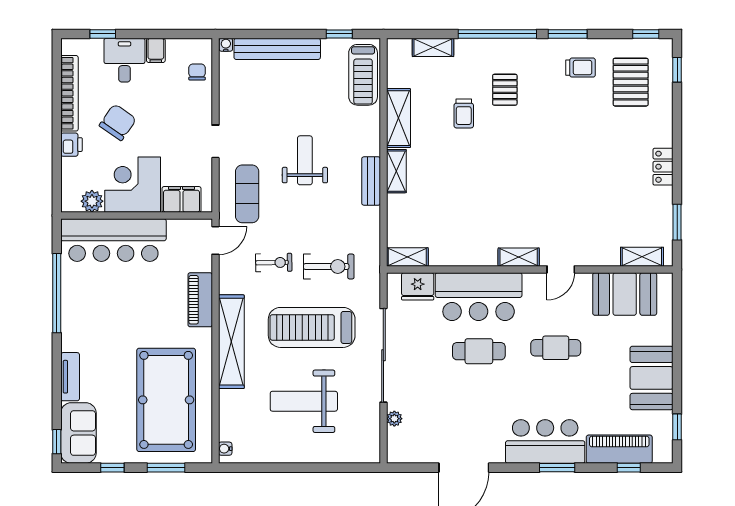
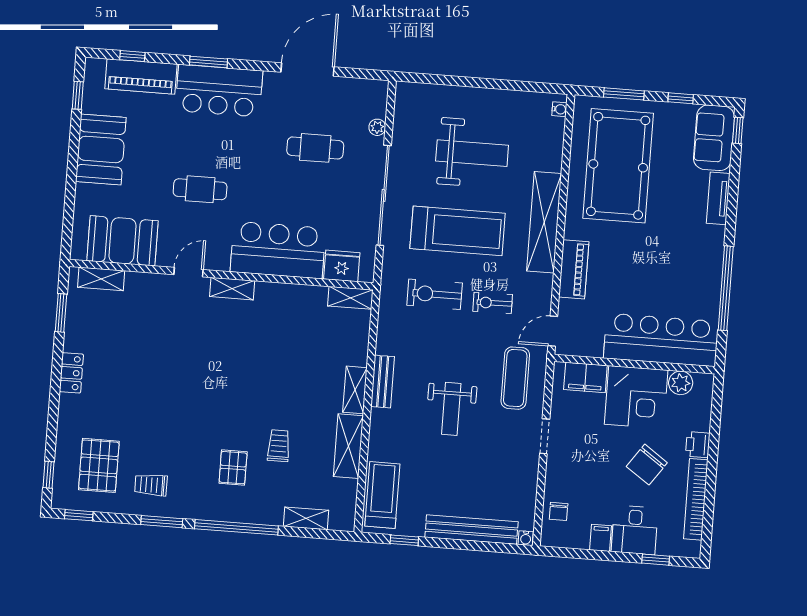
cafe table: (479, 351) -> (315, 148), moved

